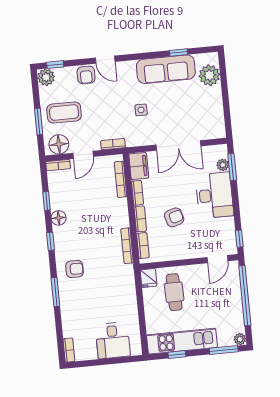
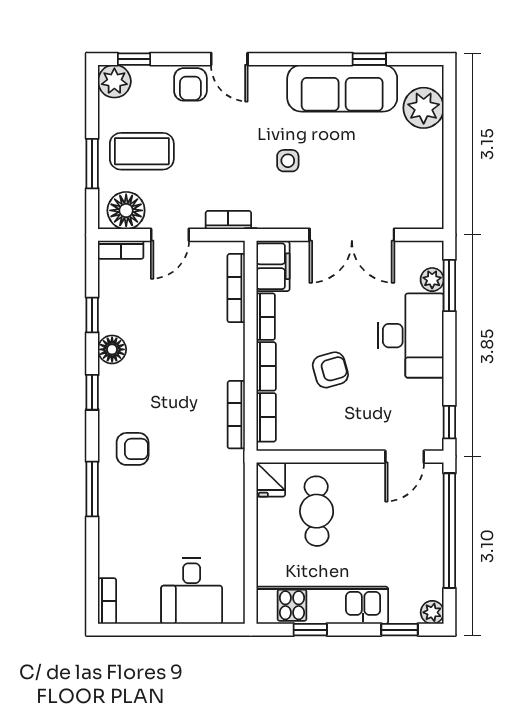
window: (224, 350) -> (400, 630), width x0.67

